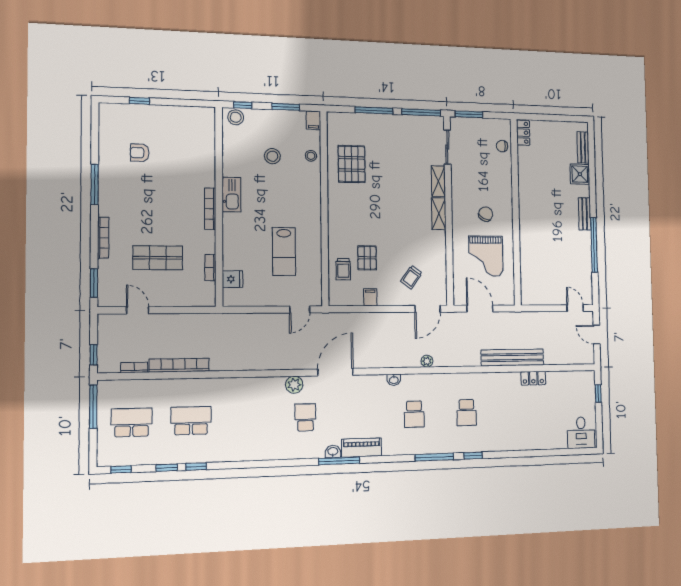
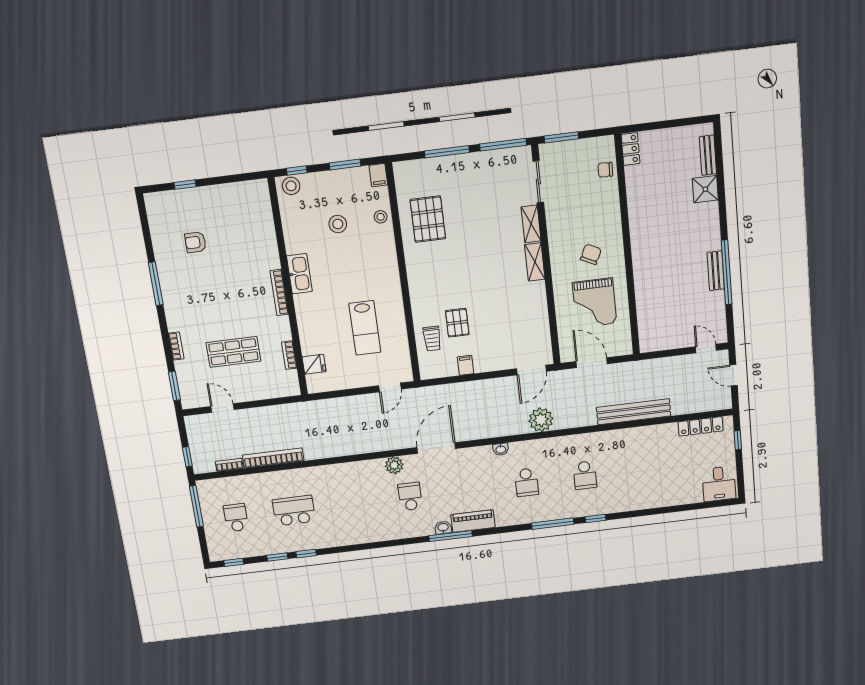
bench: (585, 214) -> (716, 271), moved
bookcase: (103, 238) -> (176, 346), width x0.64
trolley: (411, 277) -> (510, 338), removed
plant: (427, 361) -> (541, 420), width x1.87, depth x1.87
locker: (533, 378) -> (701, 426), moved, width x1.53
school desk: (132, 422) -> (236, 518), width x0.54

